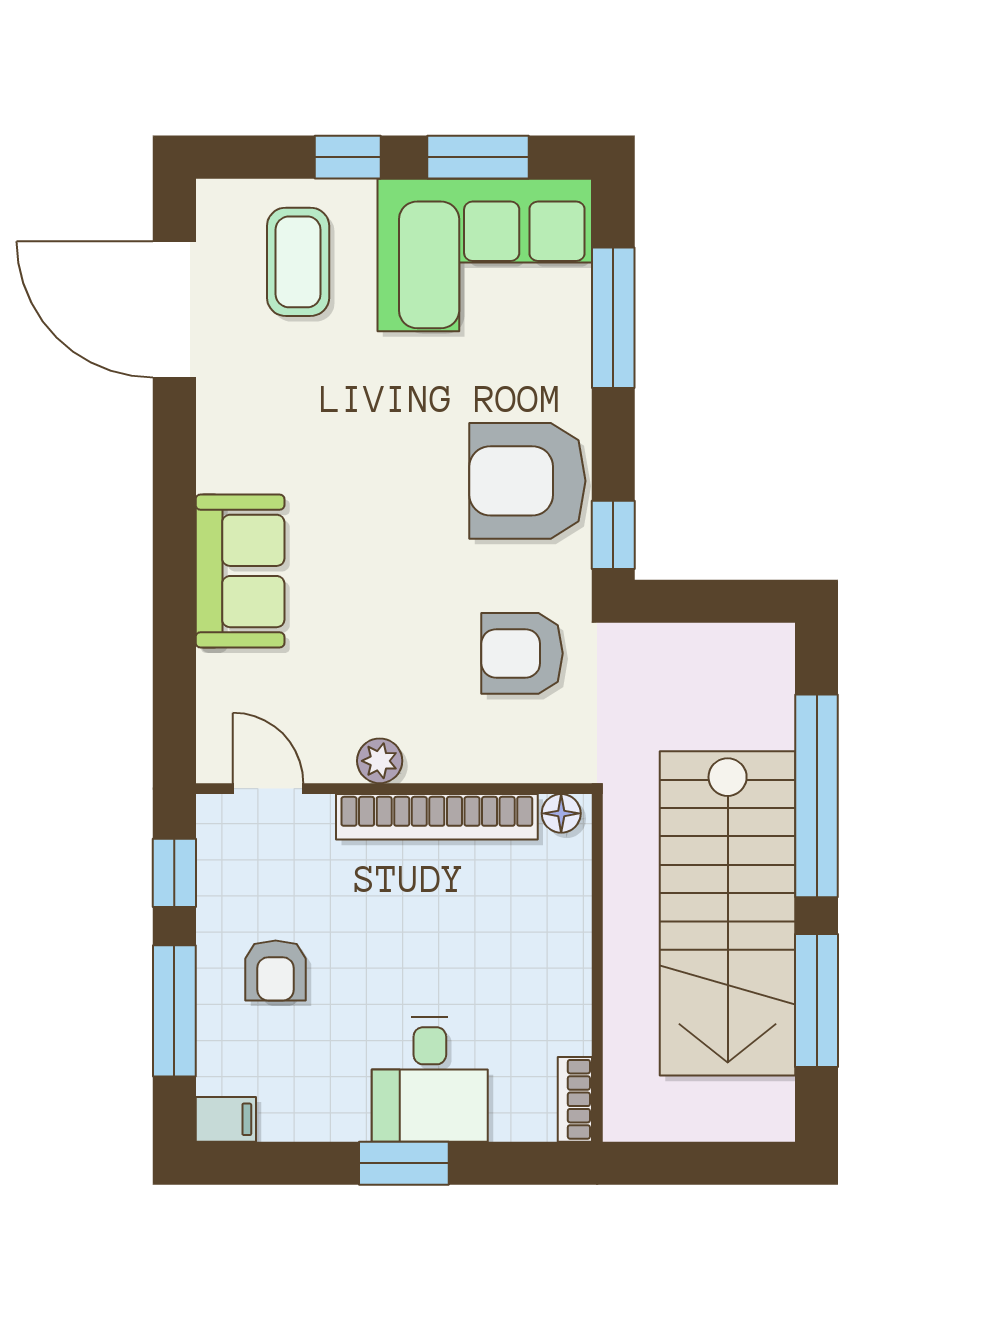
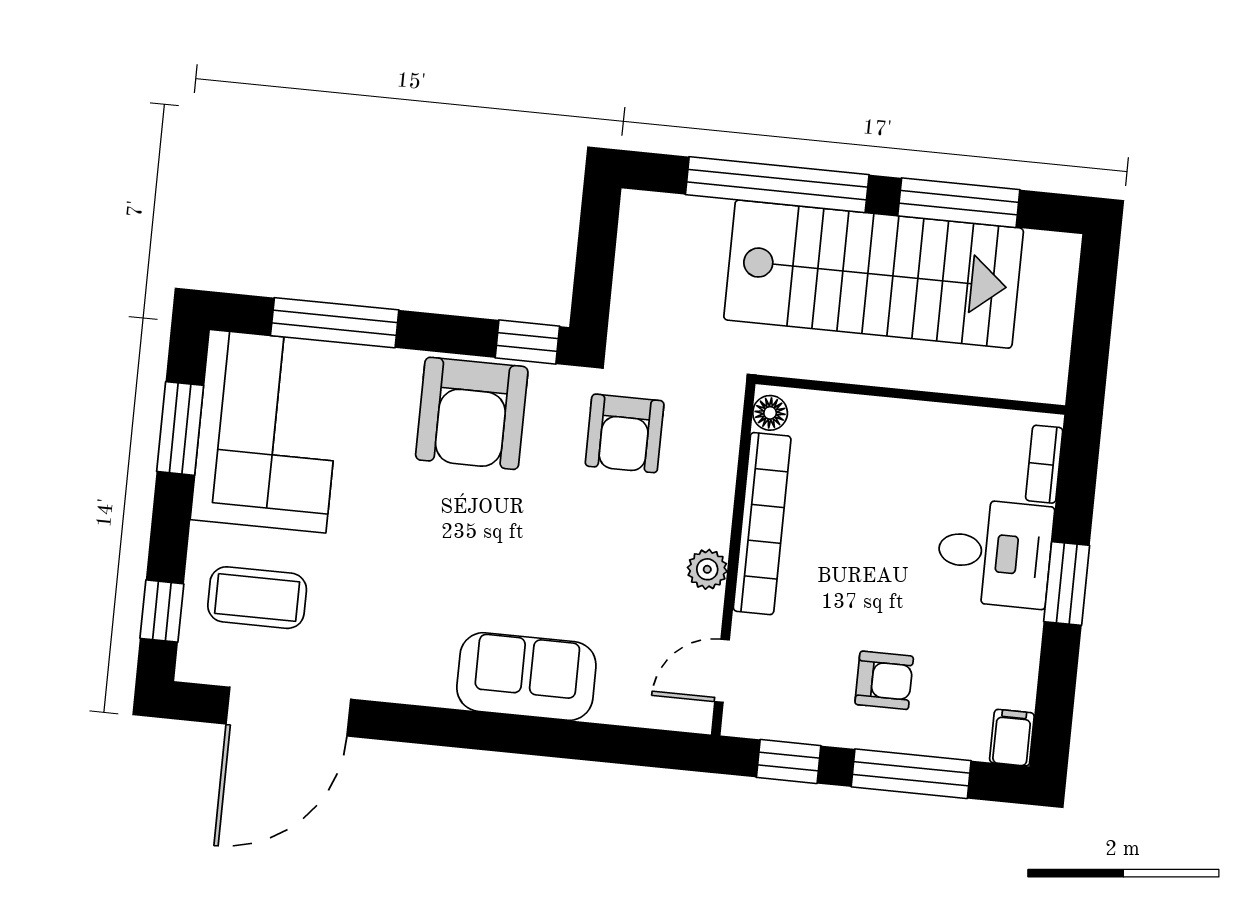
window: (348, 157) -> (162, 611), moved
bookcase: (575, 1099) -> (1044, 464), moved, turned 90

